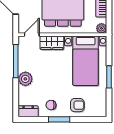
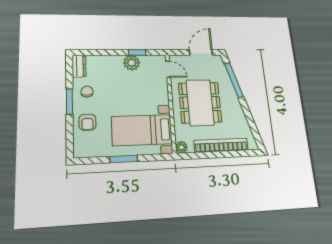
wardrobe: (52, 43) -> (161, 91), removed
window: (16, 61) -> (137, 53), width x0.46
plant: (25, 79) -> (132, 63), moved

